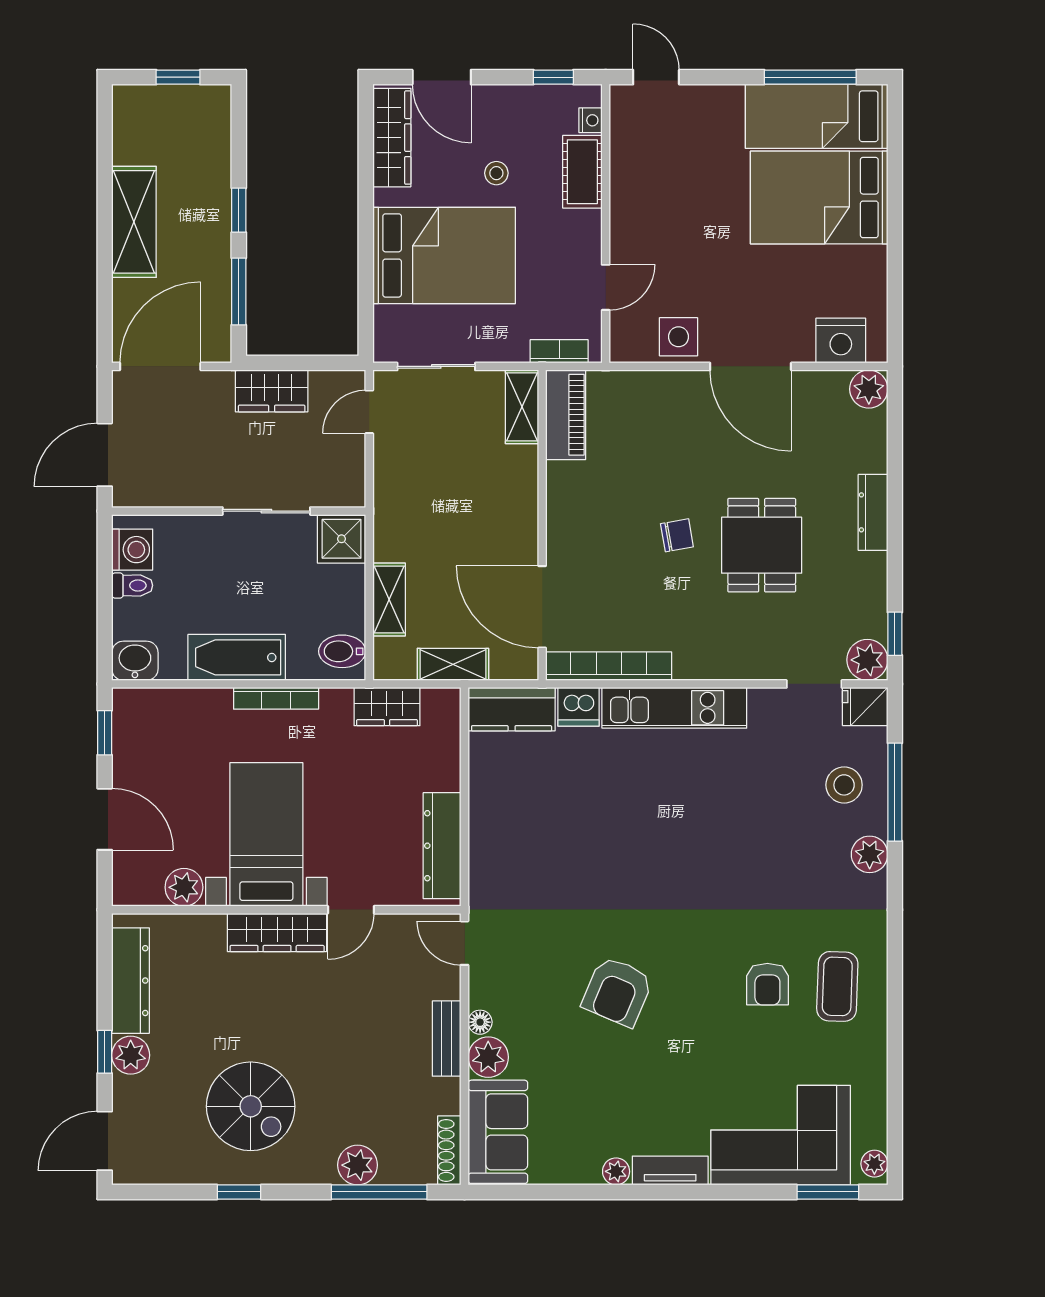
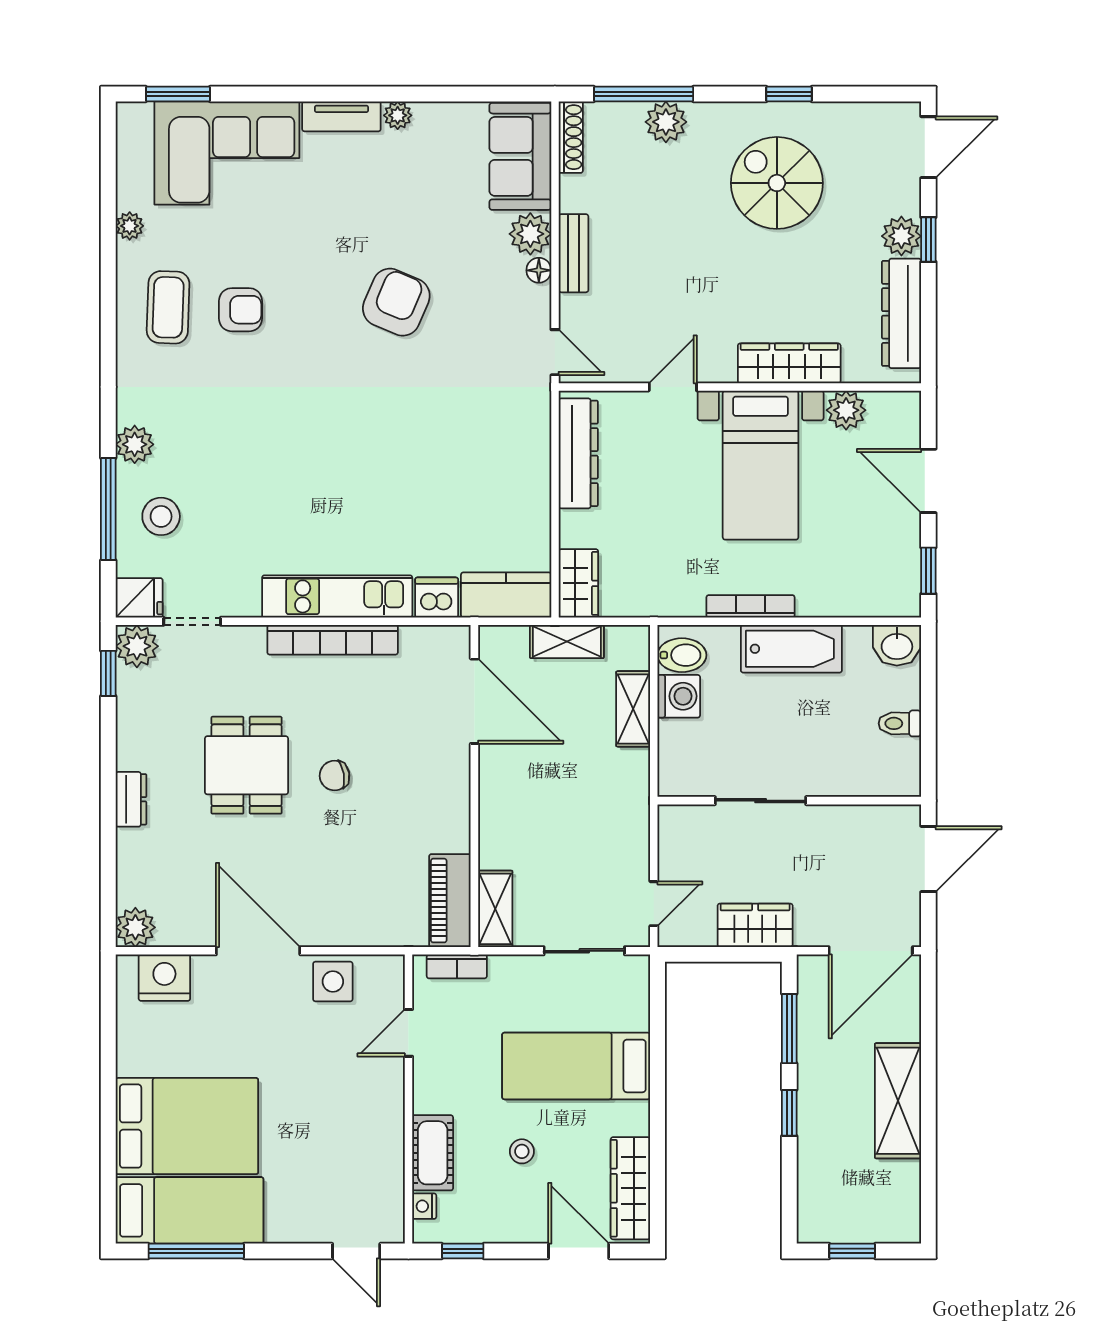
bed: (444, 255) -> (576, 1066), width x0.67
dresser: (873, 512) -> (131, 799), width x0.70
shower: (342, 539) -> (683, 772), removed
washing machine: (132, 550) -> (679, 696), moved, turned 180
bookcase: (609, 666) -> (333, 640), moved
wardrobe: (387, 707) -> (578, 583), moved, turned 90
wardrobe: (277, 932) -> (789, 363), moved
armchair: (767, 984) -> (241, 310), turned 90
plant: (874, 1164) -> (130, 226), moved

